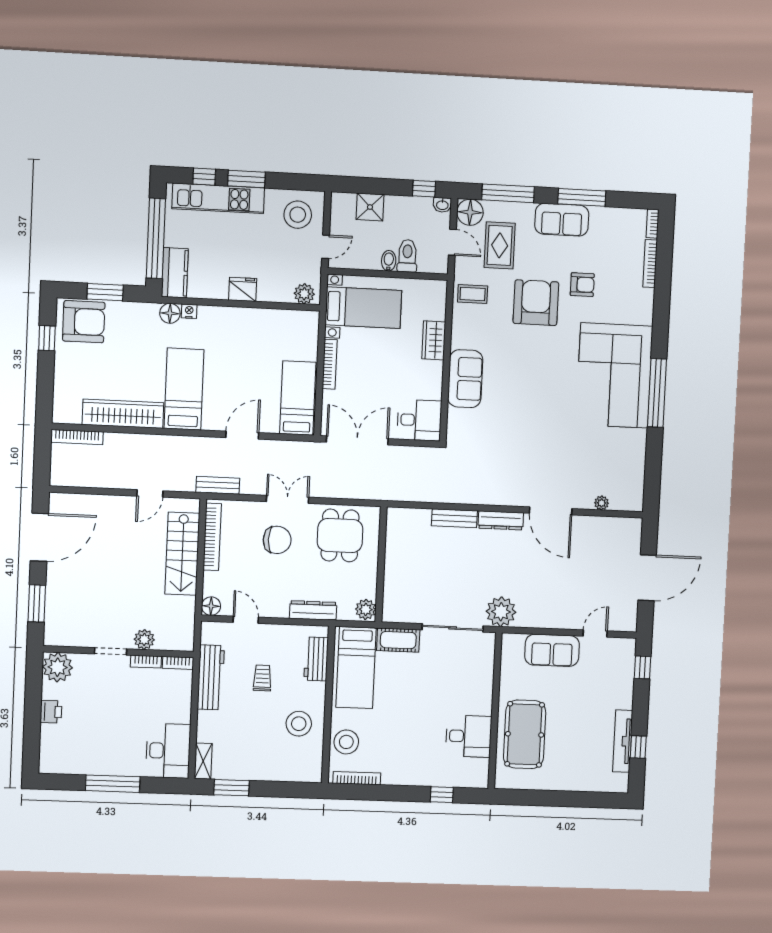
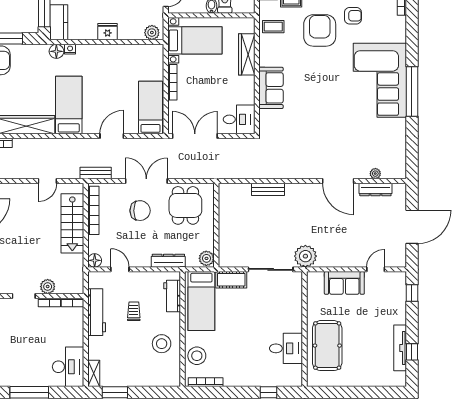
wardrobe: (434, 340) -> (247, 54), width x1.50
double door: (287, 499) -> (146, 181), width x1.37
dresser: (501, 520) -> (375, 189), moved

